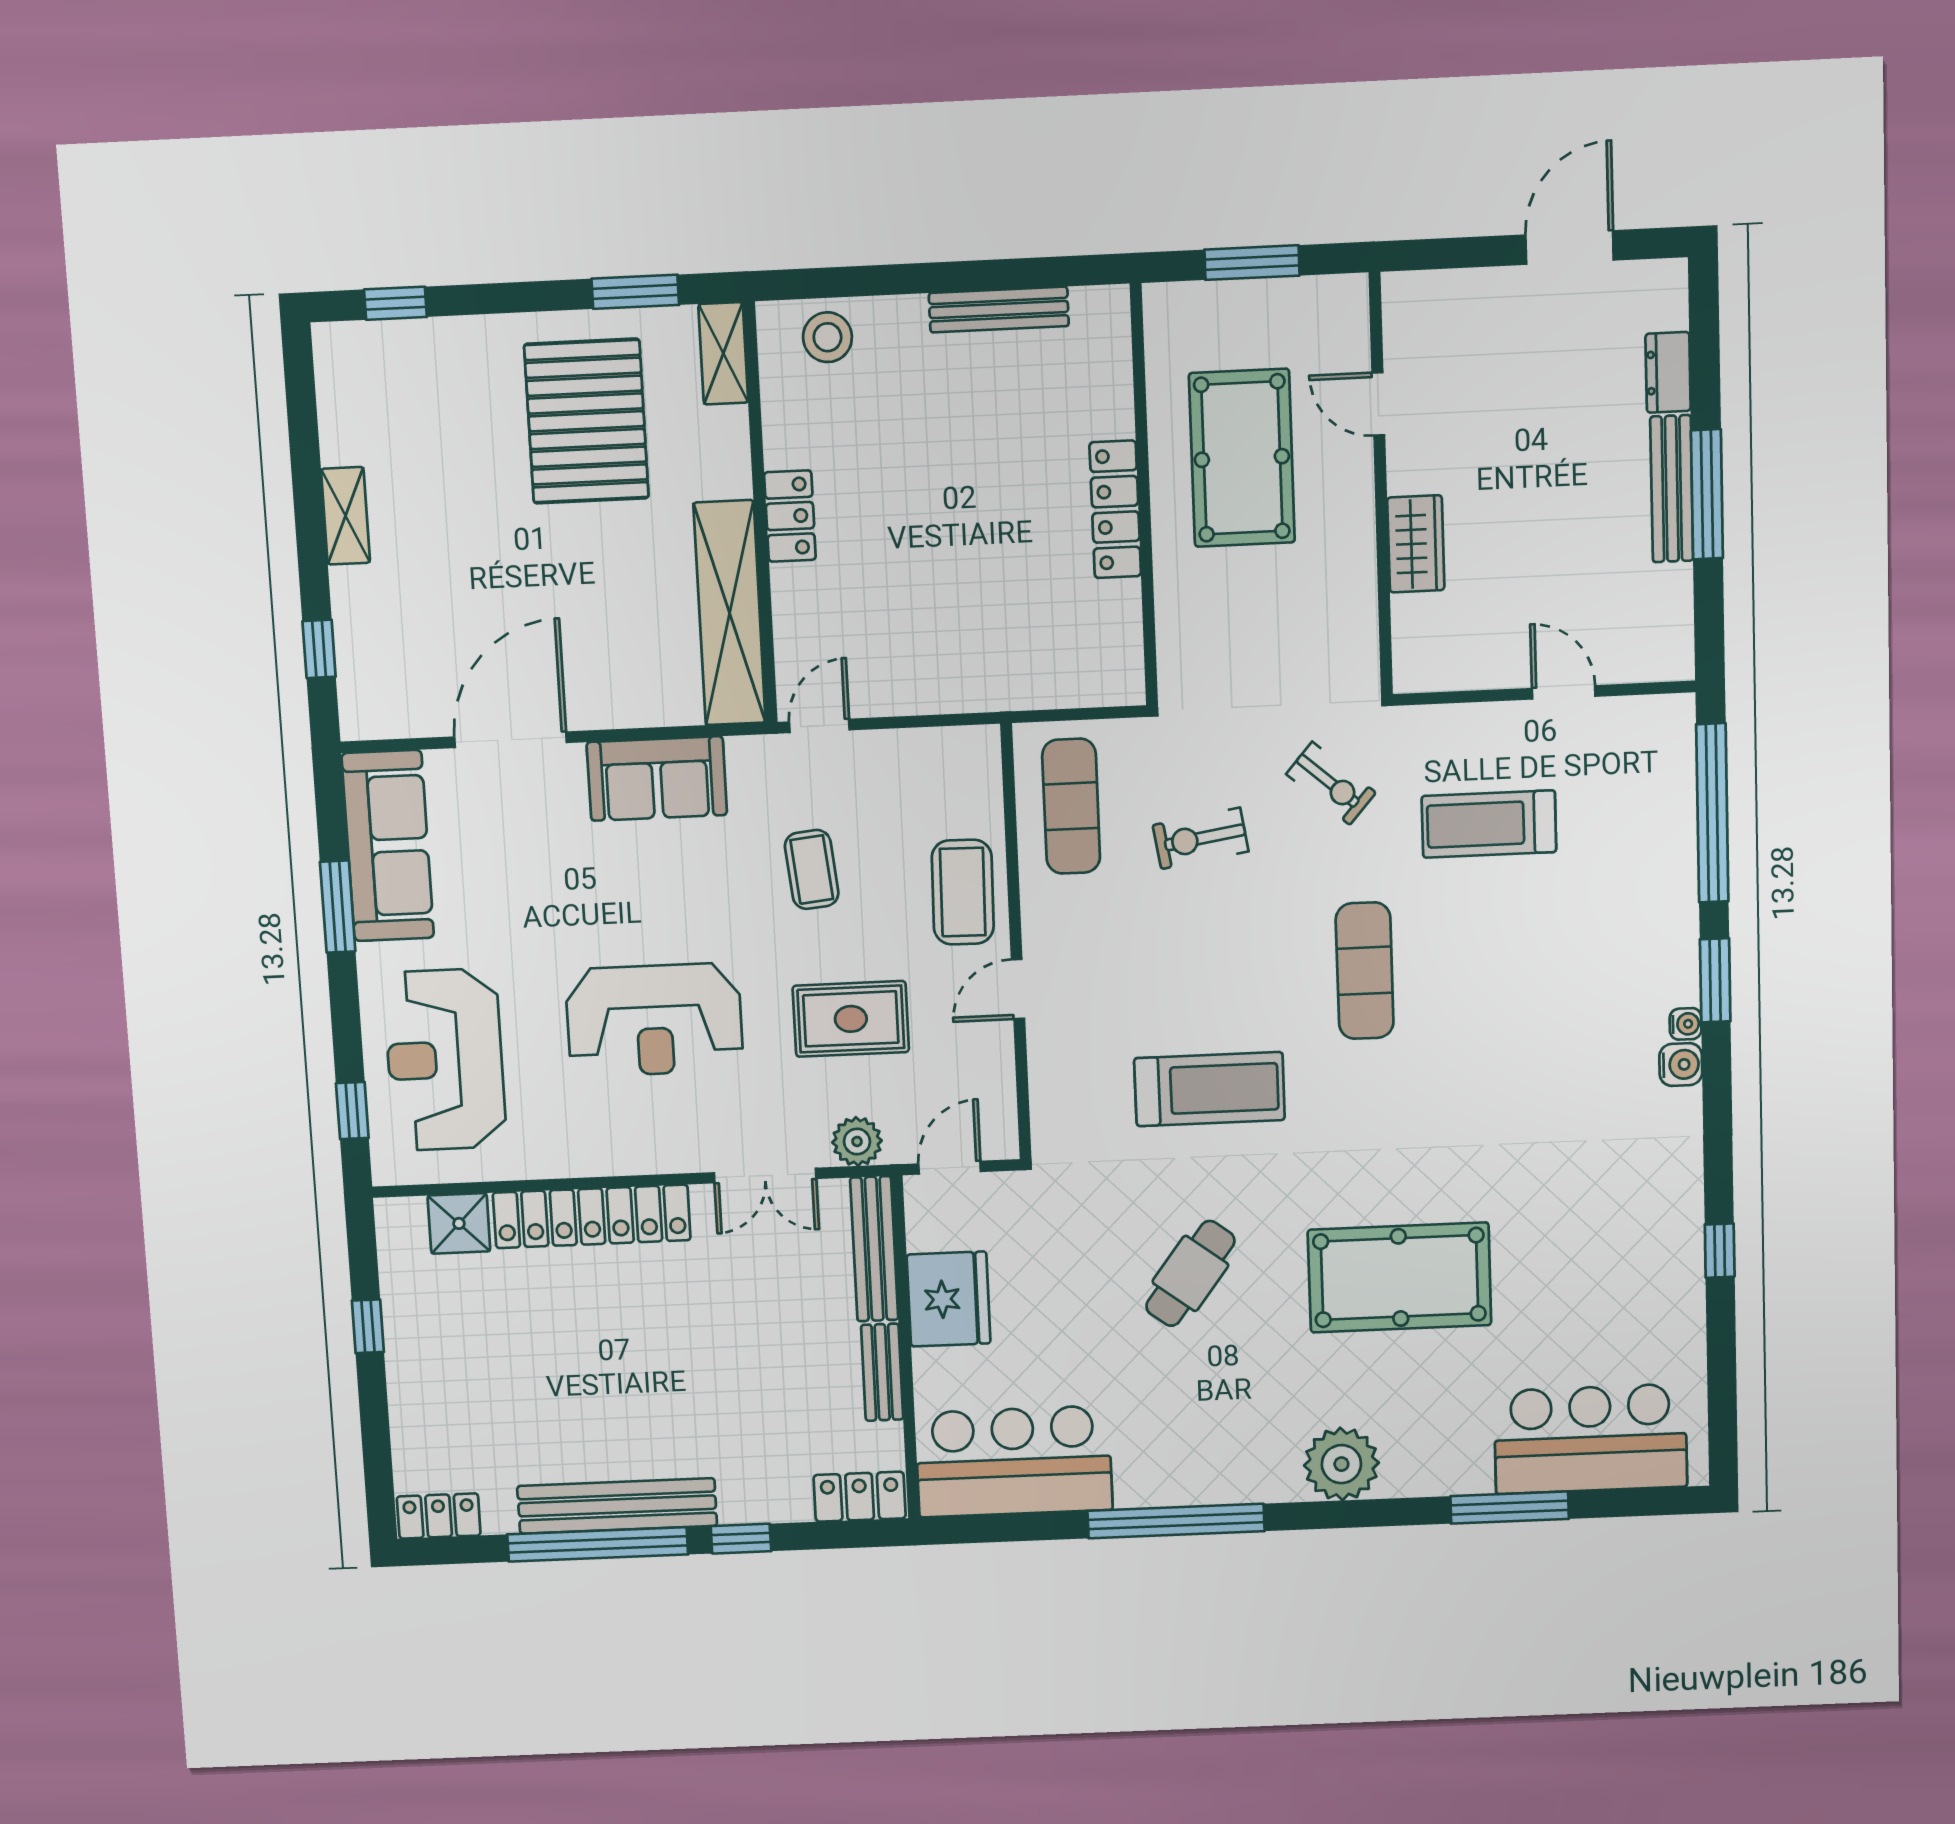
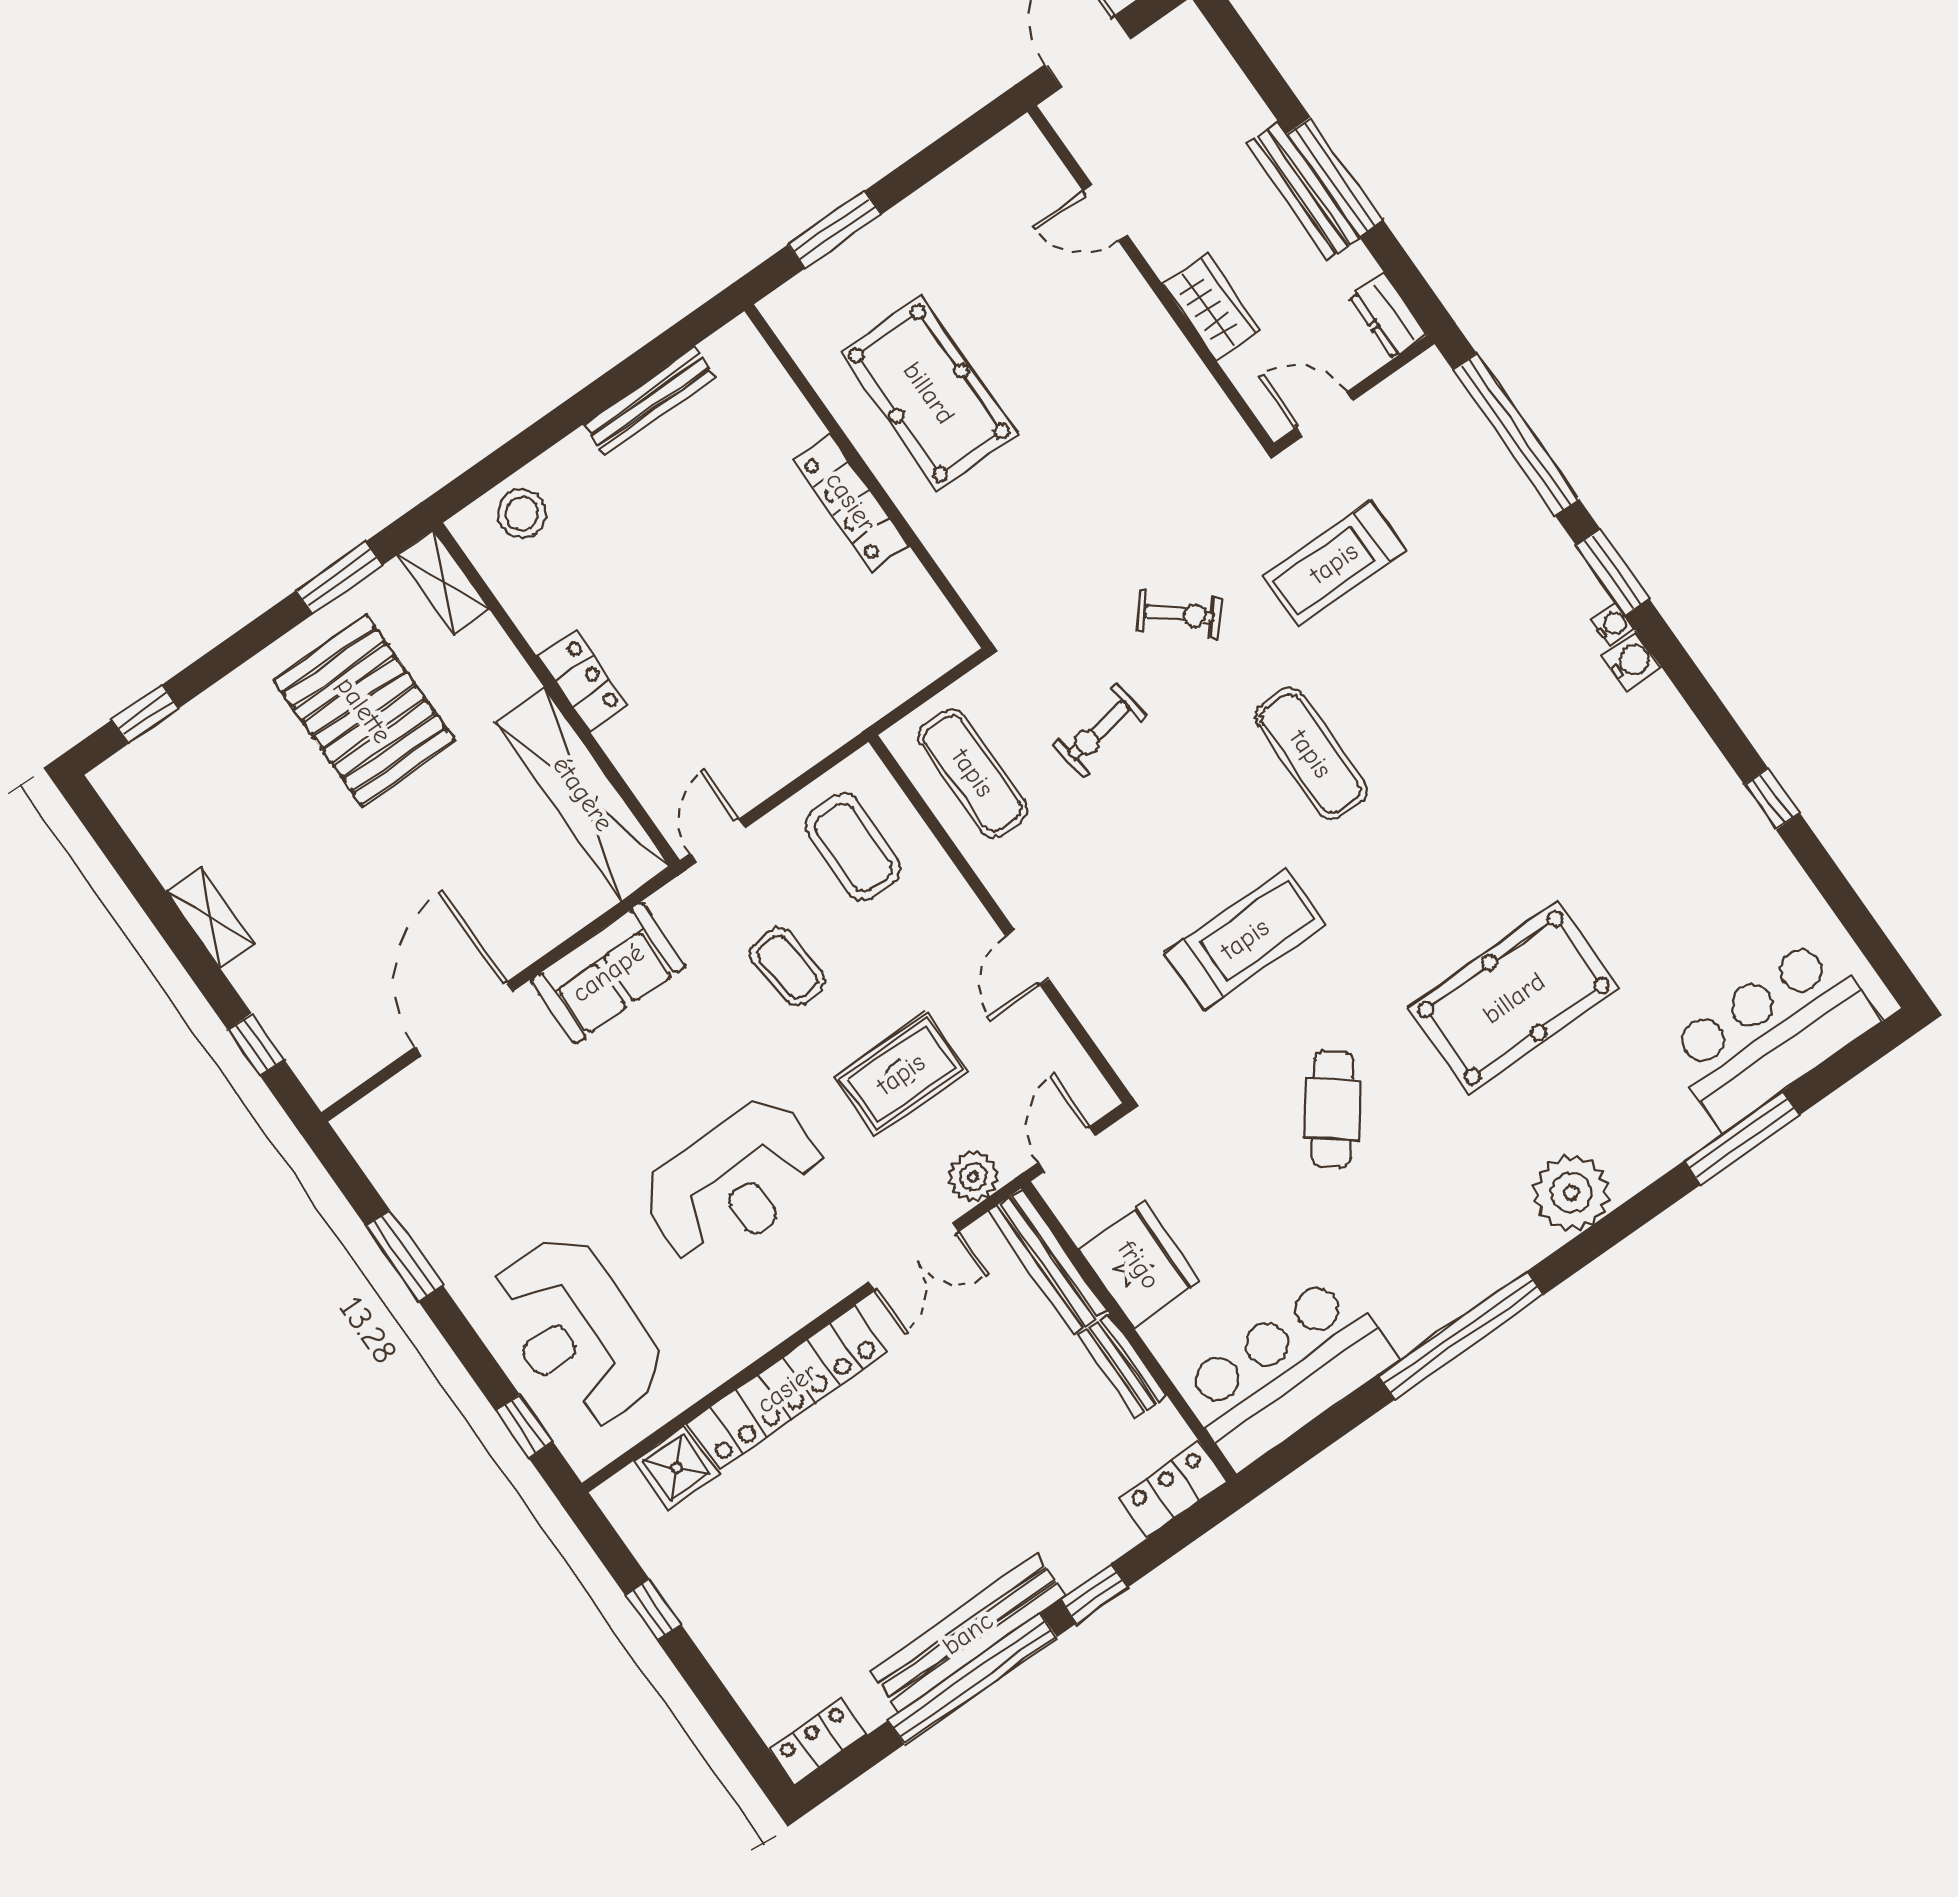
dresser: (1668, 372) -> (1388, 316), moved
door: (1378, 404) -> (1105, 213), moved
wall: (1381, 485) -> (1151, 277), moved
wardrobe: (1416, 544) -> (1211, 307), moved
sofa: (388, 846) -> (415, 1176), removed
coffee table: (963, 892) -> (853, 847), moved

